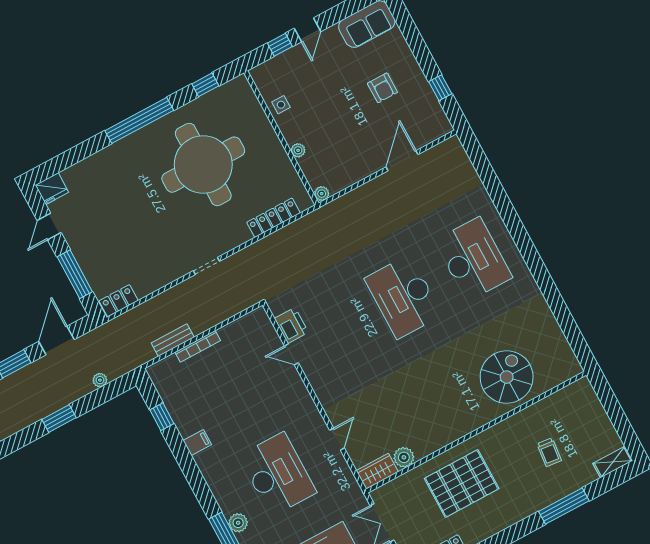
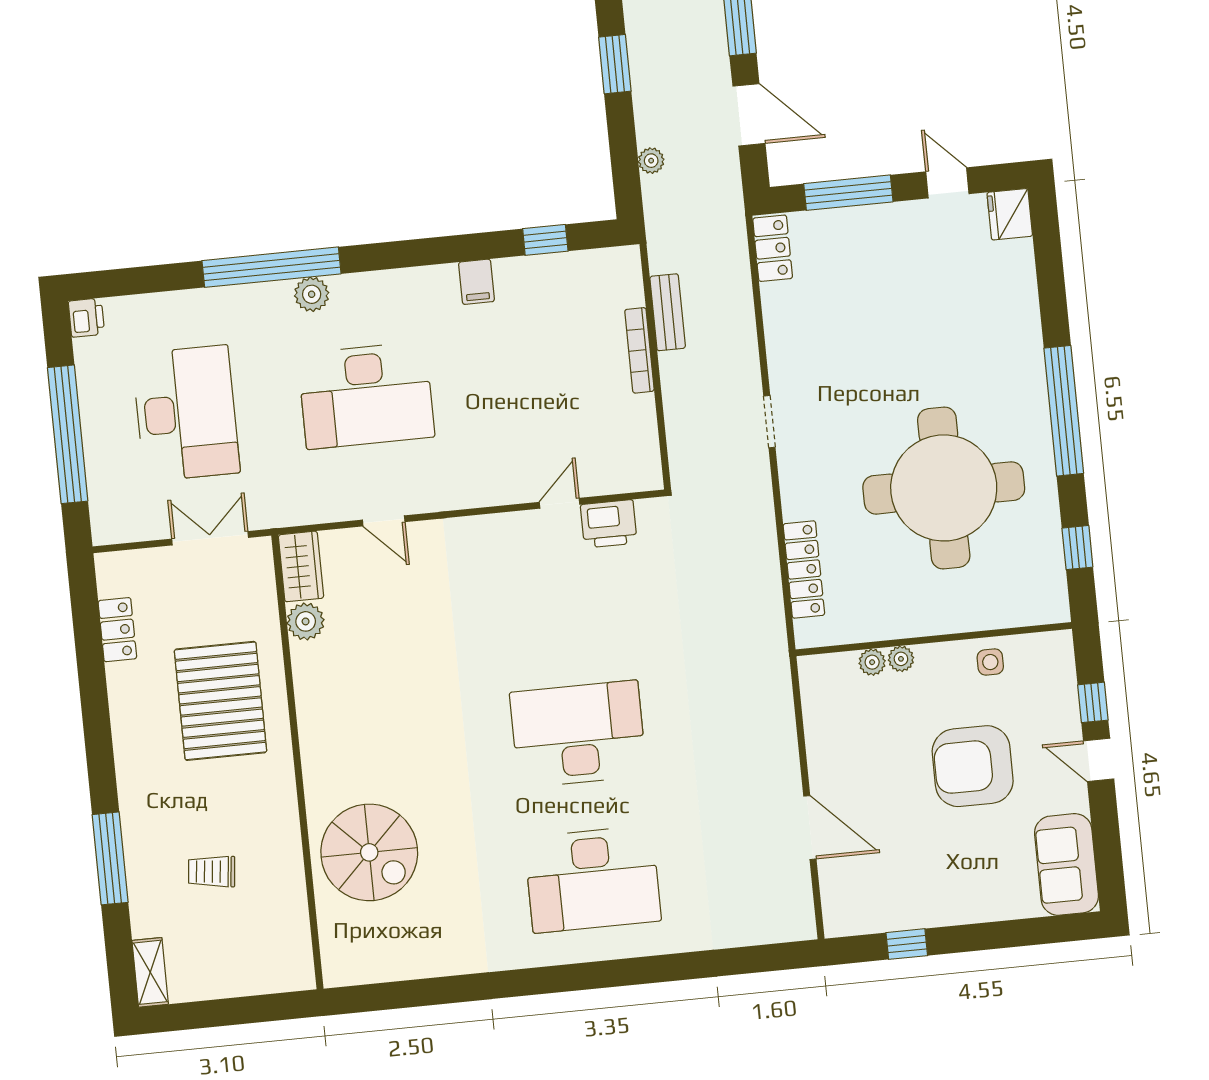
armchair: (382, 88) -> (973, 766), moved, width x1.88, depth x1.88
plant: (322, 194) -> (872, 662), moved

